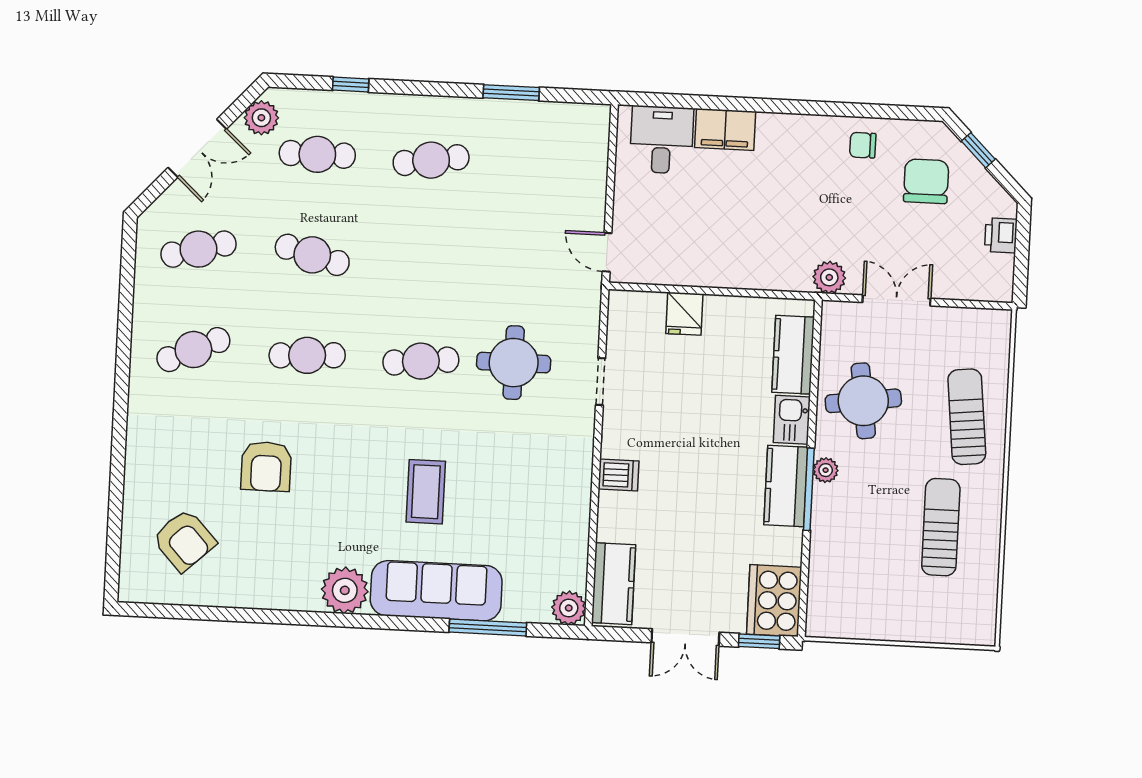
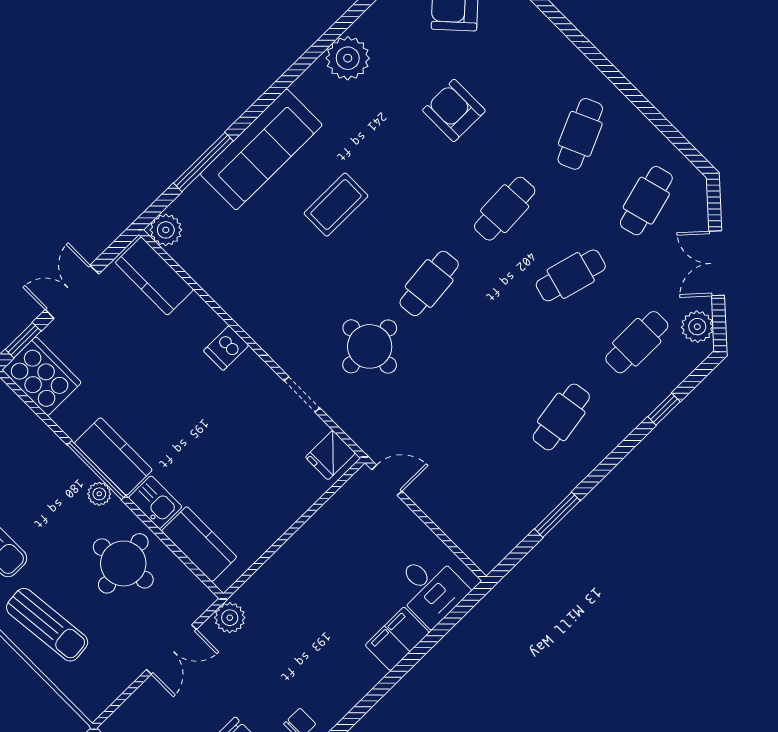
fridge: (684, 314) -> (330, 455), moved, turned -90
coffee table: (426, 492) -> (336, 205), turned 90
plant: (345, 590) -> (348, 58), moved

